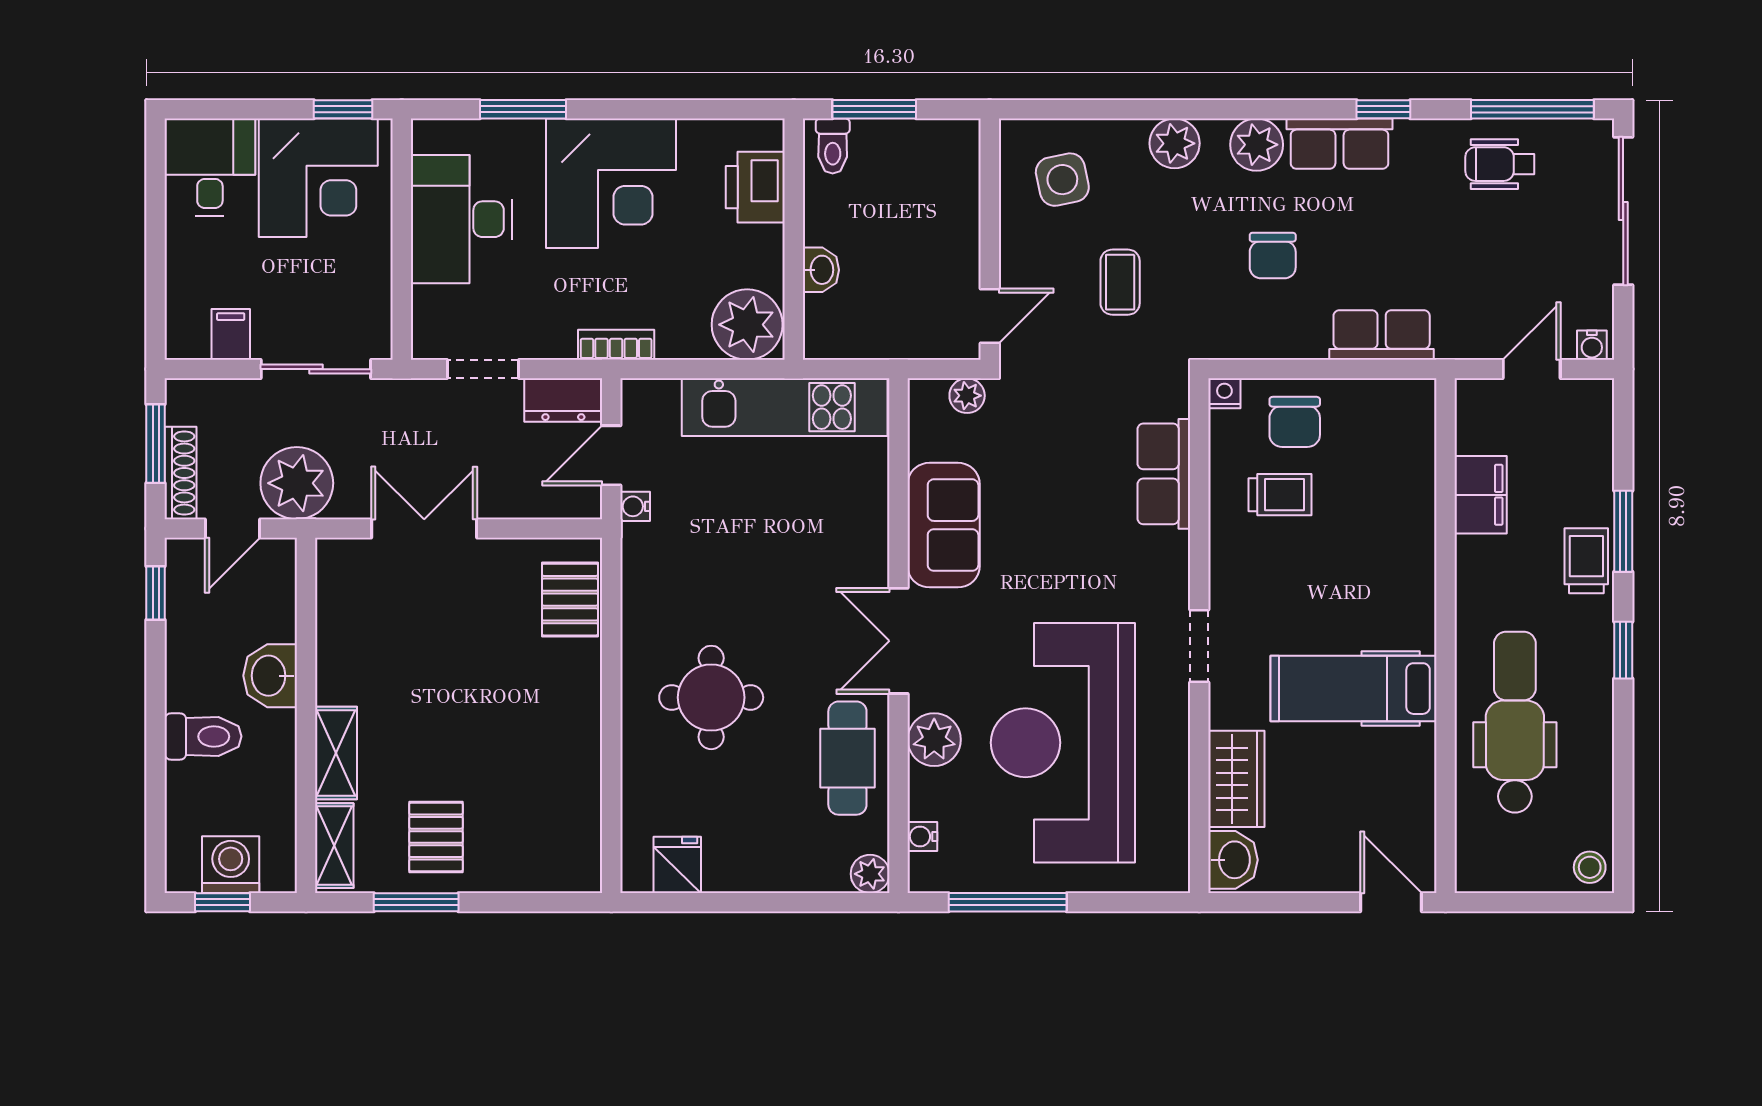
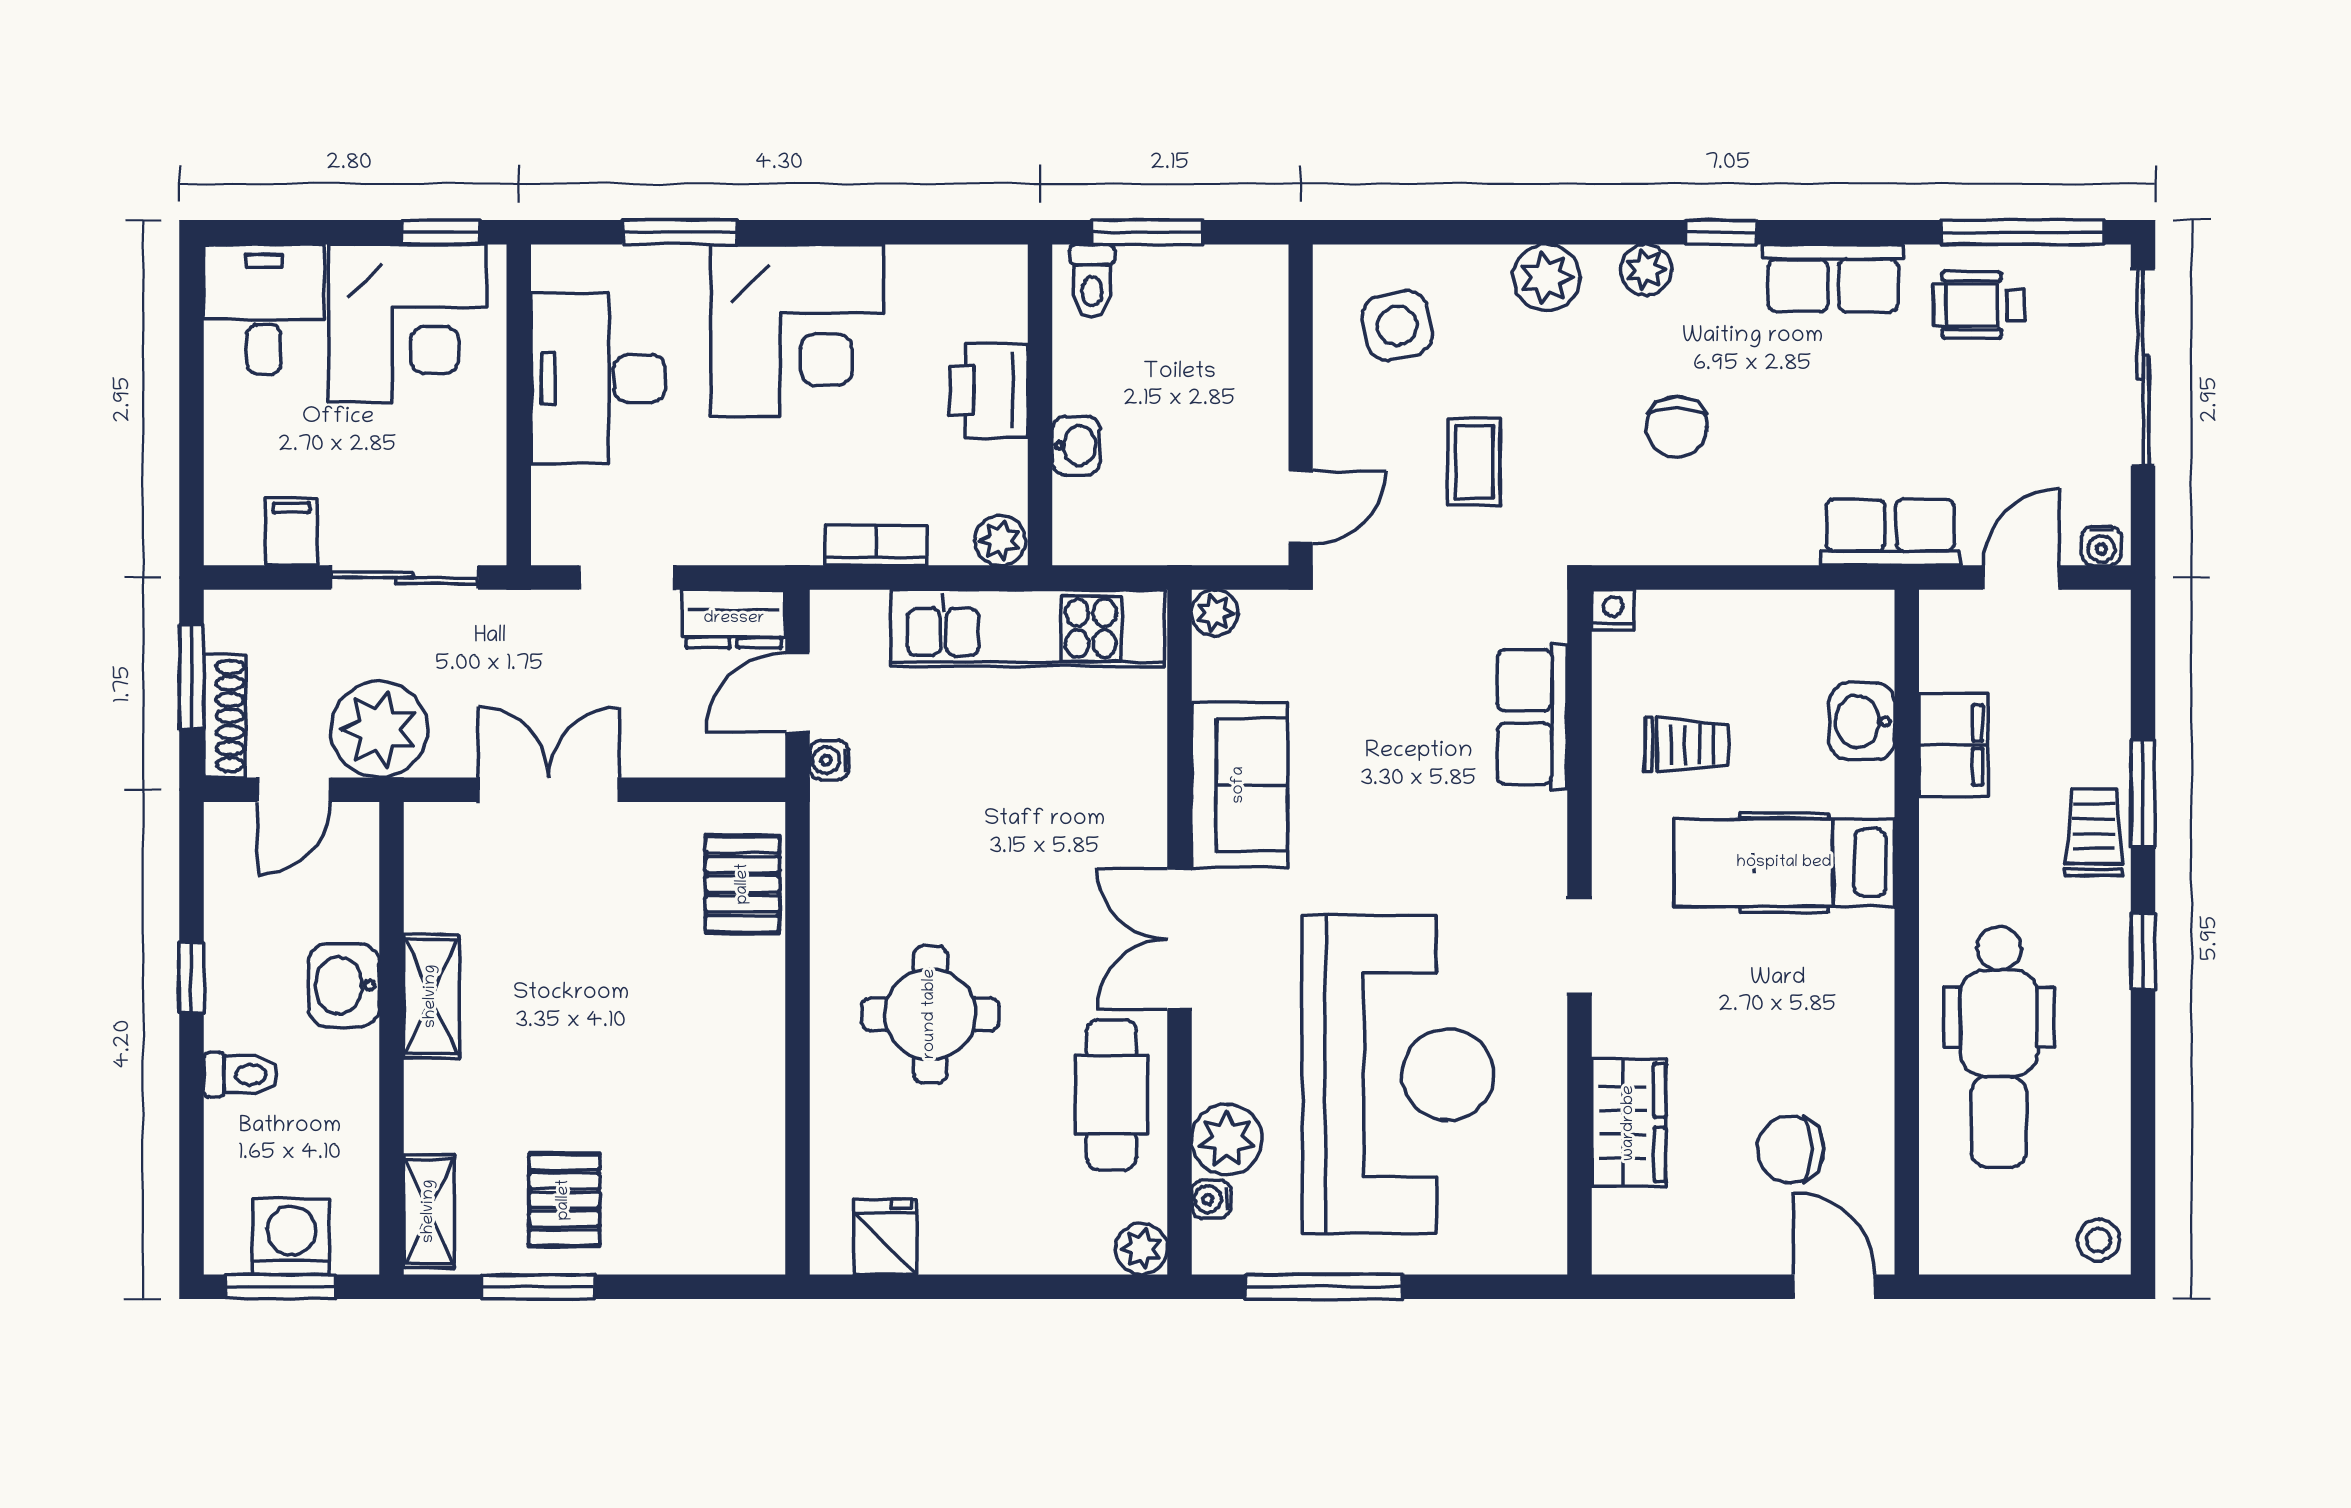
window: (1383, 109) -> (1721, 232), moved
row of seats: (1339, 144) -> (1833, 278), moved
plant: (1257, 145) -> (1646, 270), width x0.73, depth x0.73
printer: (755, 187) -> (989, 390), moved
plant: (747, 325) -> (1000, 540), width x0.53, depth x0.53
row of seats: (1382, 335) -> (1890, 532), moved
bookcase: (616, 345) -> (876, 545), moved
plant: (967, 396) -> (1215, 613), moved
chair: (1295, 422) -> (1790, 1149), moved, turned 90
window: (156, 593) -> (192, 978), moved
hospital bed: (1353, 689) -> (1784, 863), moved
dental chair: (1515, 722) -> (1999, 1047), turned 180
toilet: (203, 736) -> (241, 1075), width x0.73, depth x0.72
plant: (934, 740) -> (1227, 1140), moved
reception desk: (1063, 743) -> (1398, 1075), turned 180
shelving: (336, 753) -> (431, 996), moved
washbasin: (1233, 860) -> (1862, 721), moved, turned 180
window: (222, 902) -> (280, 1287), width x1.50

